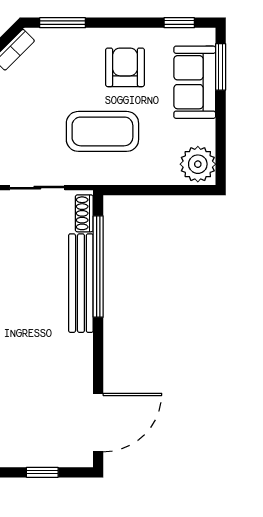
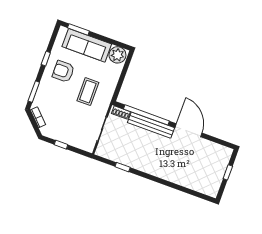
window: (179, 23) -> (46, 59), moved
sofa: (195, 82) -> (87, 45), width x1.36
coffee table: (102, 131) -> (88, 92), width x0.73, depth x0.76
door: (98, 423) -> (188, 130), moved

